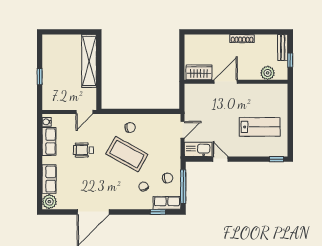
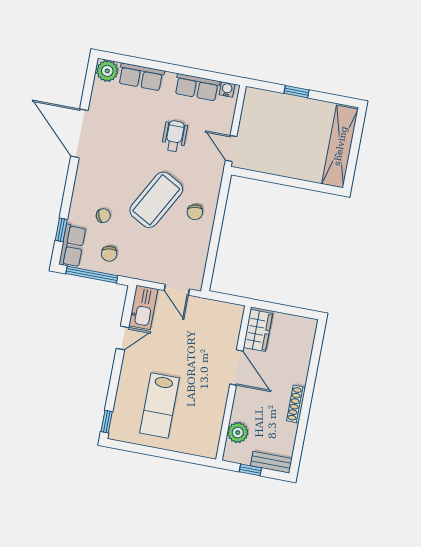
shelving: (89, 61) -> (340, 146), moved, turned 90

